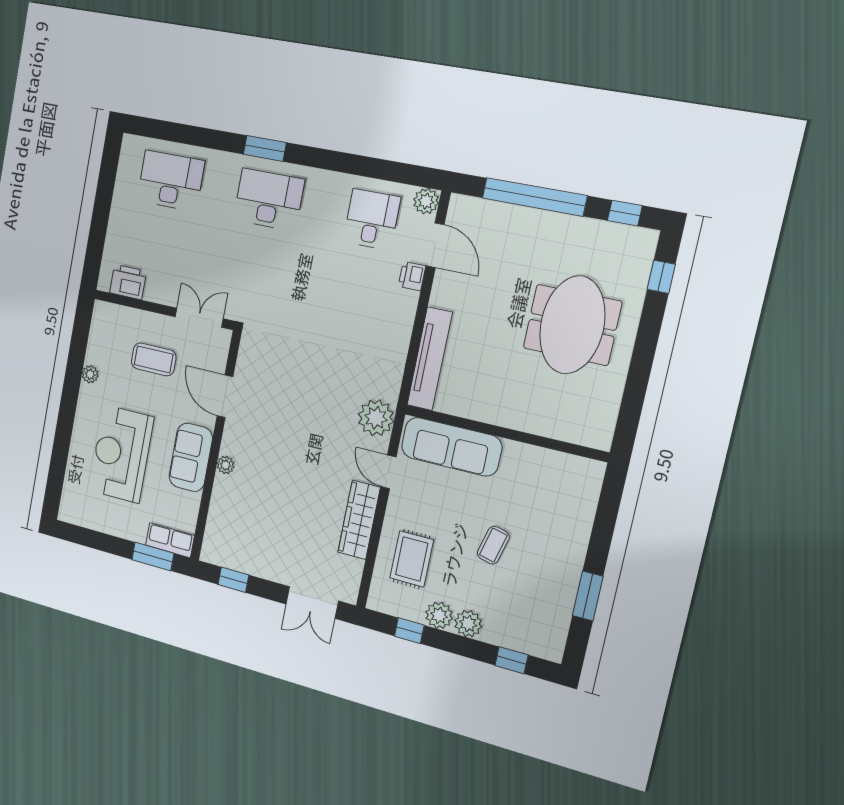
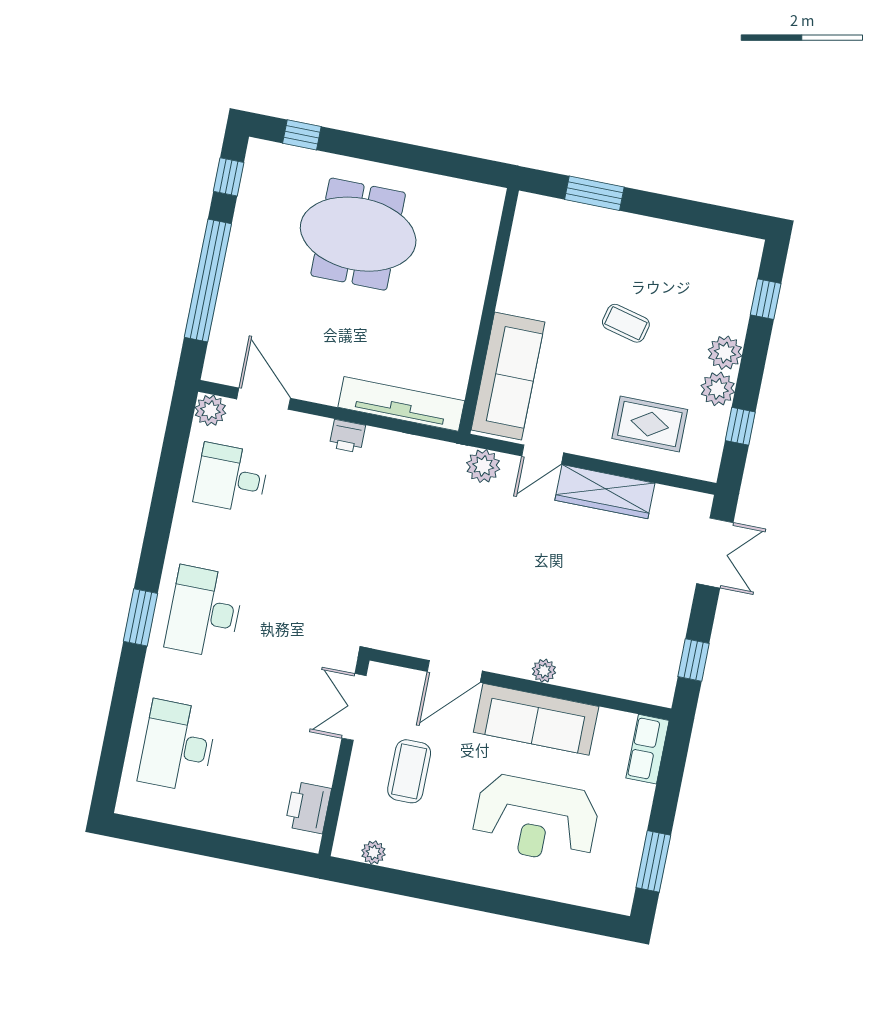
door: (435, 245) -> (264, 399), hinge flipped
printer: (412, 276) -> (347, 436), moved
plant: (90, 374) -> (373, 853), moved
plant: (376, 418) -> (483, 466), width x0.73, depth x0.73
sofa: (191, 457) -> (536, 719), width x1.36
window: (153, 556) -> (653, 861), moved
window: (588, 596) -> (594, 193), moved

